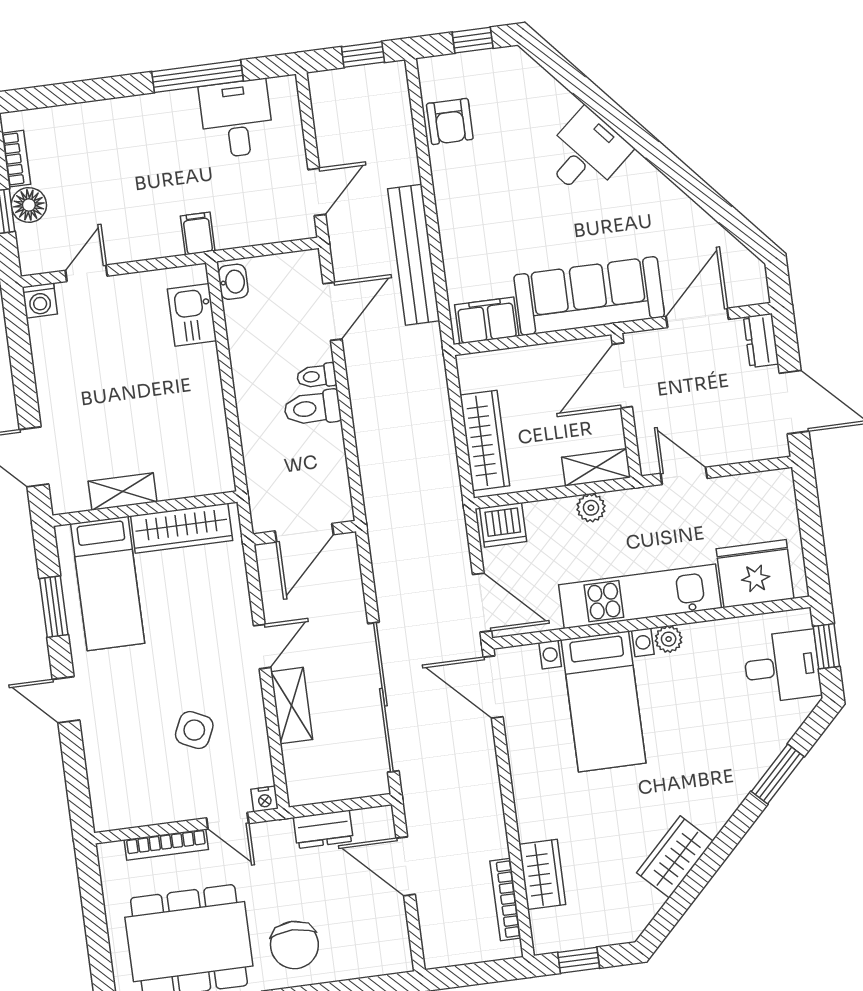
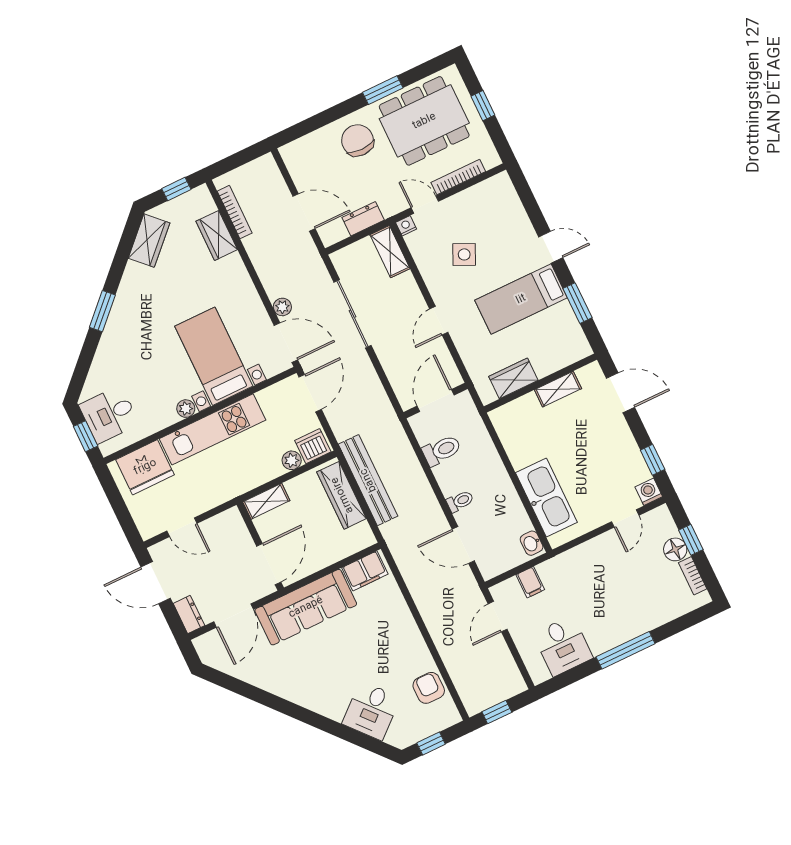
window: (197, 76) -> (626, 650), moved
desk: (586, 153) -> (371, 711), moved
filing cabinet: (198, 233) -> (530, 582), moved
bench: (414, 255) -> (368, 480), moved
door: (333, 311) -> (463, 545), hinge flipped
kitchen sink: (192, 315) -> (546, 498), width x1.88, depth x1.24
window: (19, 345) -> (653, 460), added
toilet: (312, 408) -> (442, 450), moved
door: (684, 476) -> (182, 527), moved
plant: (591, 508) -> (292, 460), moved
wardrobe: (182, 528) -> (513, 378), width x0.67
bed: (108, 584) -> (521, 299), moved, turned -90
door: (482, 603) -> (310, 393), swing flipped
sliding door: (383, 697) -> (353, 314), width x0.73
shelving: (292, 706) -> (390, 252), moved
plant: (481, 740) -> (282, 307), added
window: (778, 774) -> (102, 311), moved
wardrobe: (675, 857) -> (149, 241), moved
window: (97, 936) -> (483, 106), added

